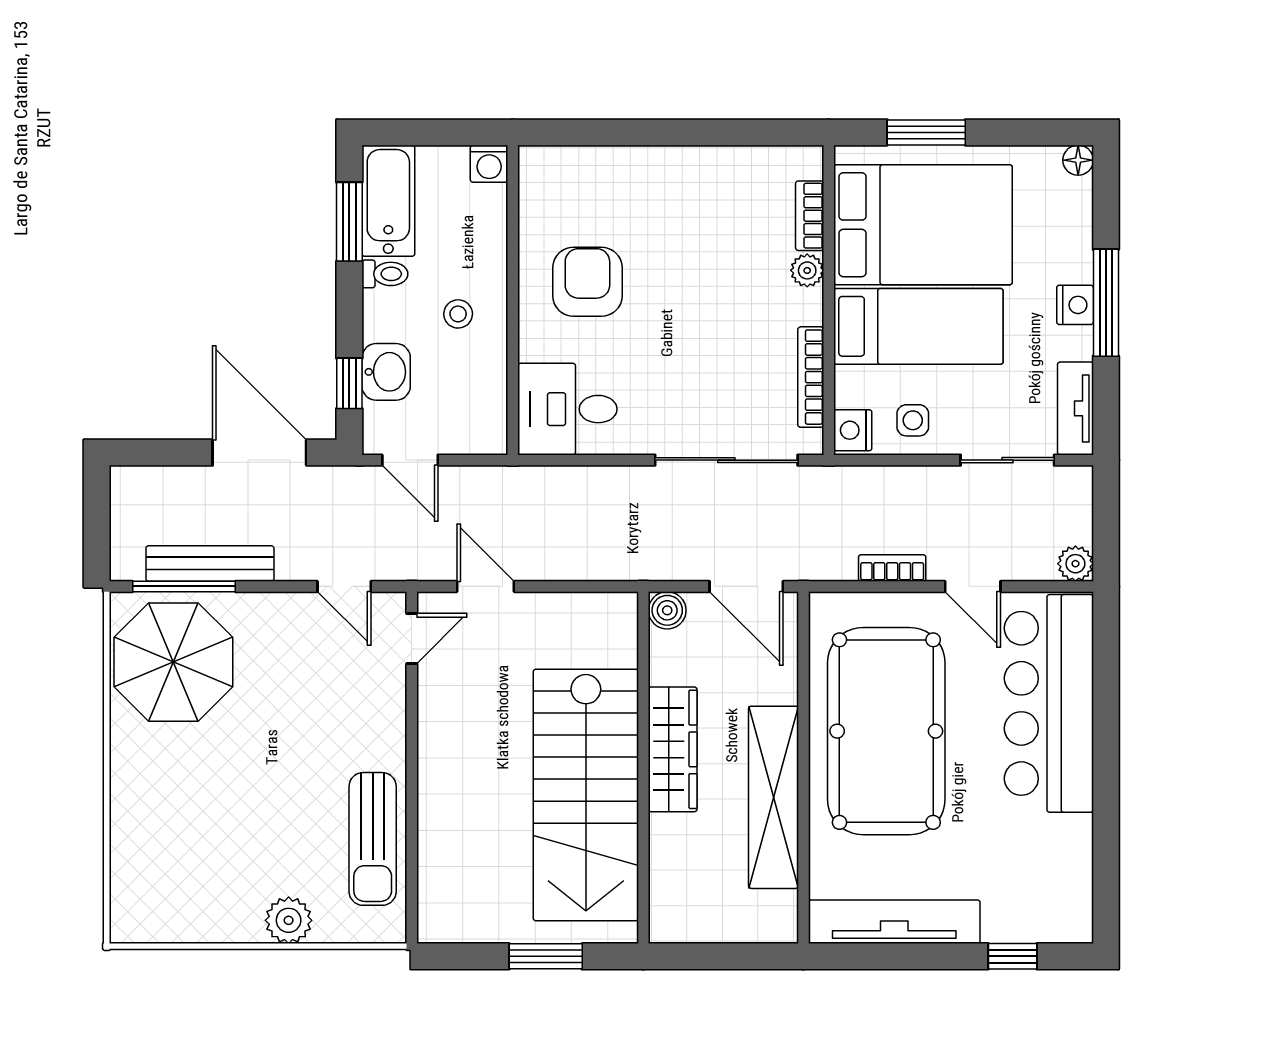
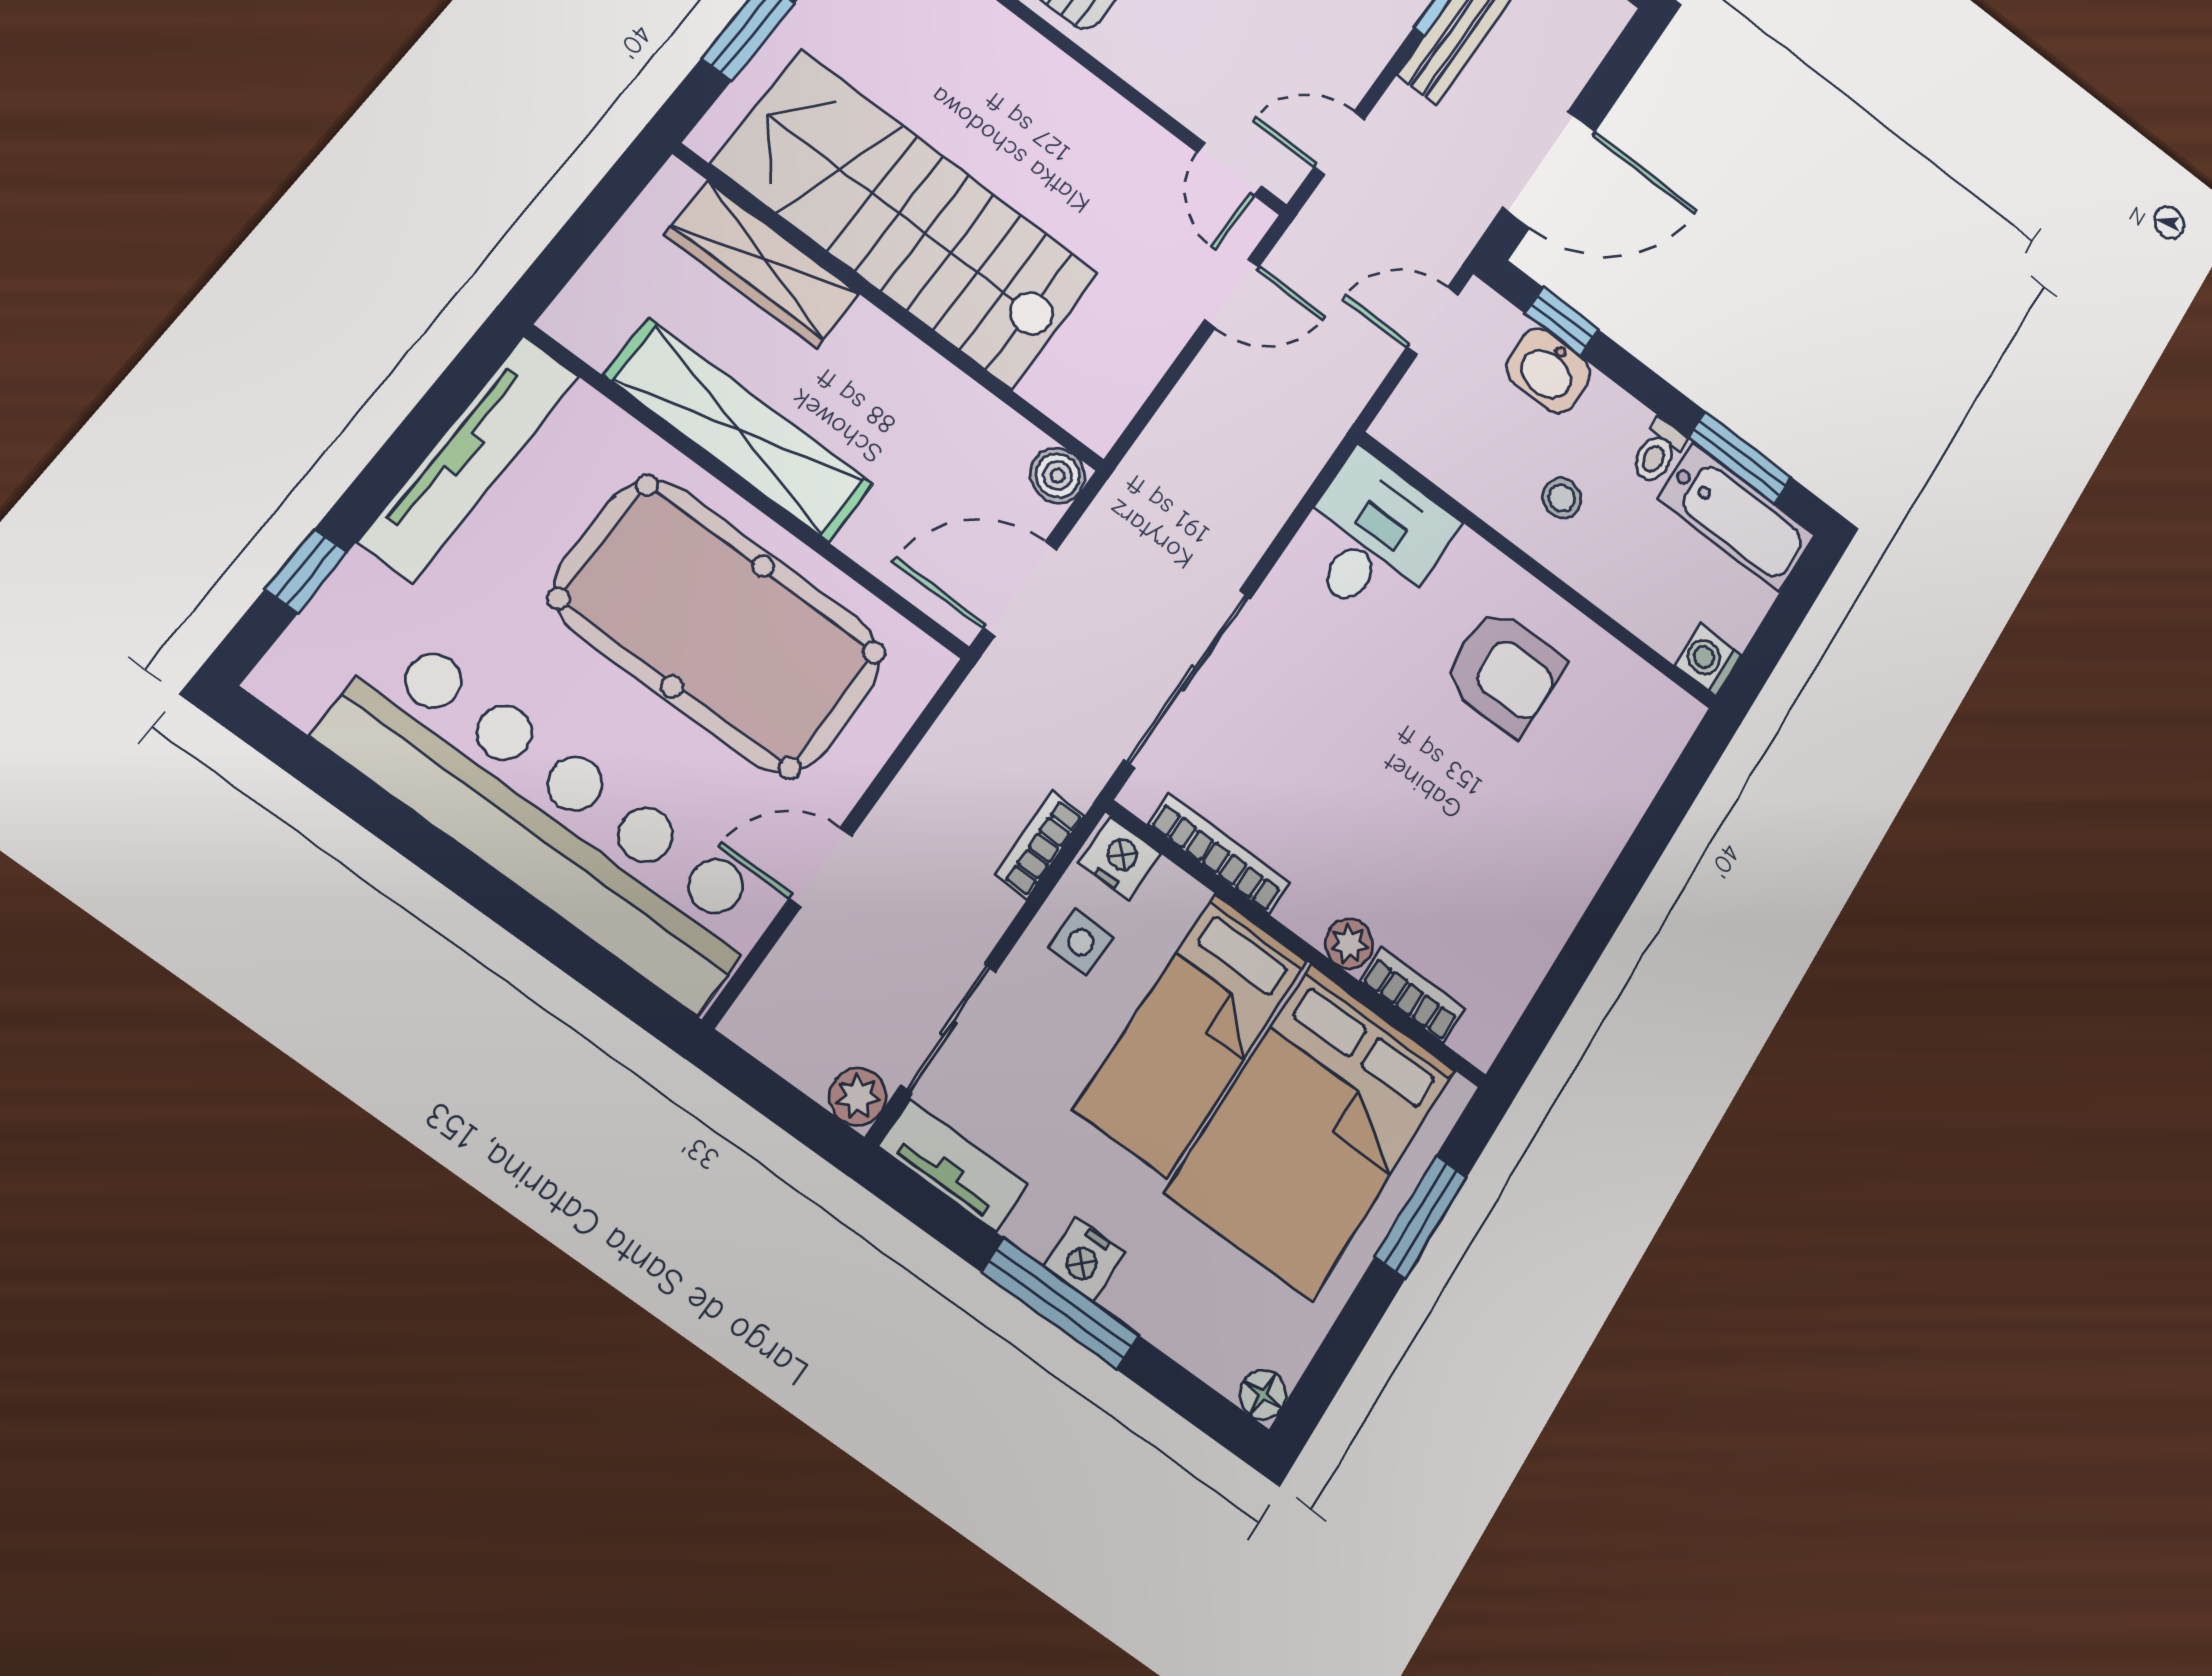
plant: (1075, 564) -> (858, 1097), moved
bookcase: (892, 568) -> (1040, 845), moved, turned 180
bar counter: (1049, 703) -> (548, 819), width x1.36
wardrobe: (673, 749) -> (762, 264), moved

